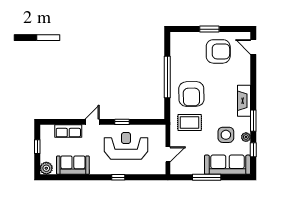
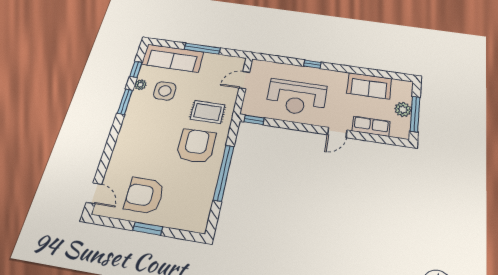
fireplace: (244, 101) -> (129, 127), removed
window: (122, 122) -> (254, 120), moved
window: (37, 147) -> (415, 114), width x2.17
plant: (46, 168) -> (403, 109), moved

